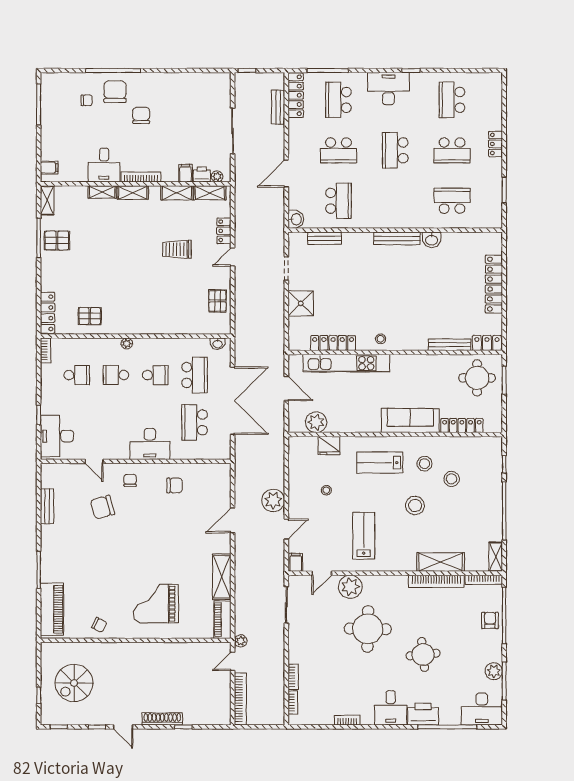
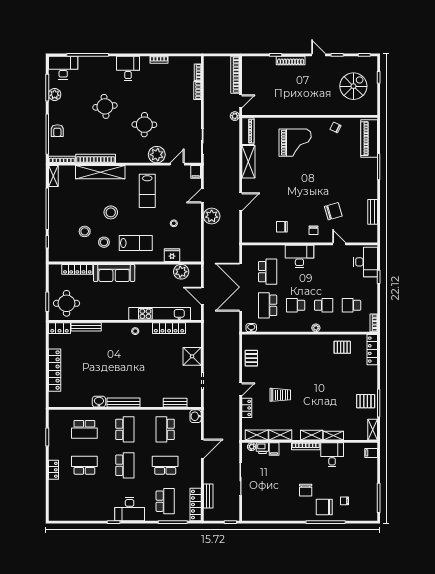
chair: (115, 92) -> (324, 507), turned 90
school desk: (452, 100) -> (125, 429), moved
shelving: (441, 562) -> (100, 172), width x1.47
round table: (368, 629) -> (144, 125), width x0.73, depth x0.73
printer: (423, 714) -> (105, 64), removed

